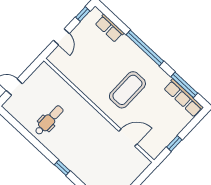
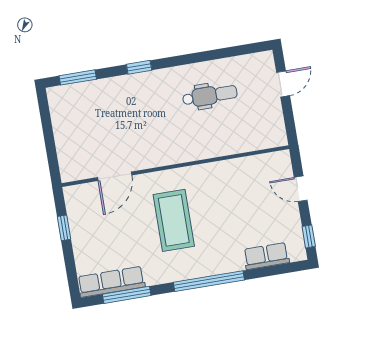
dental chair: (49, 120) -> (210, 96), turned -90

